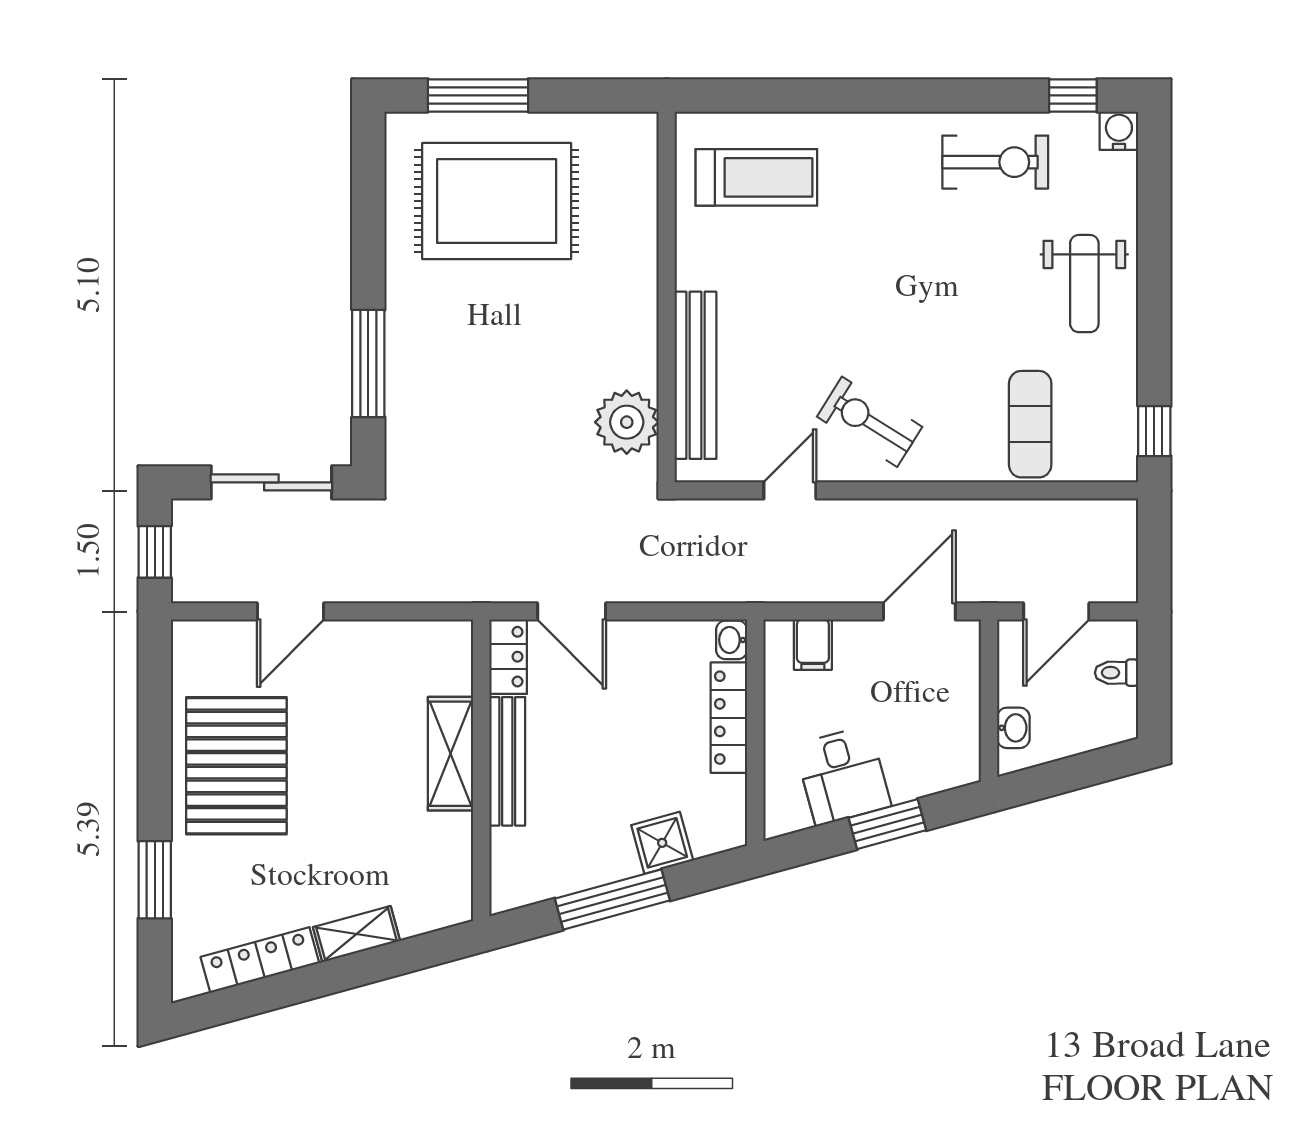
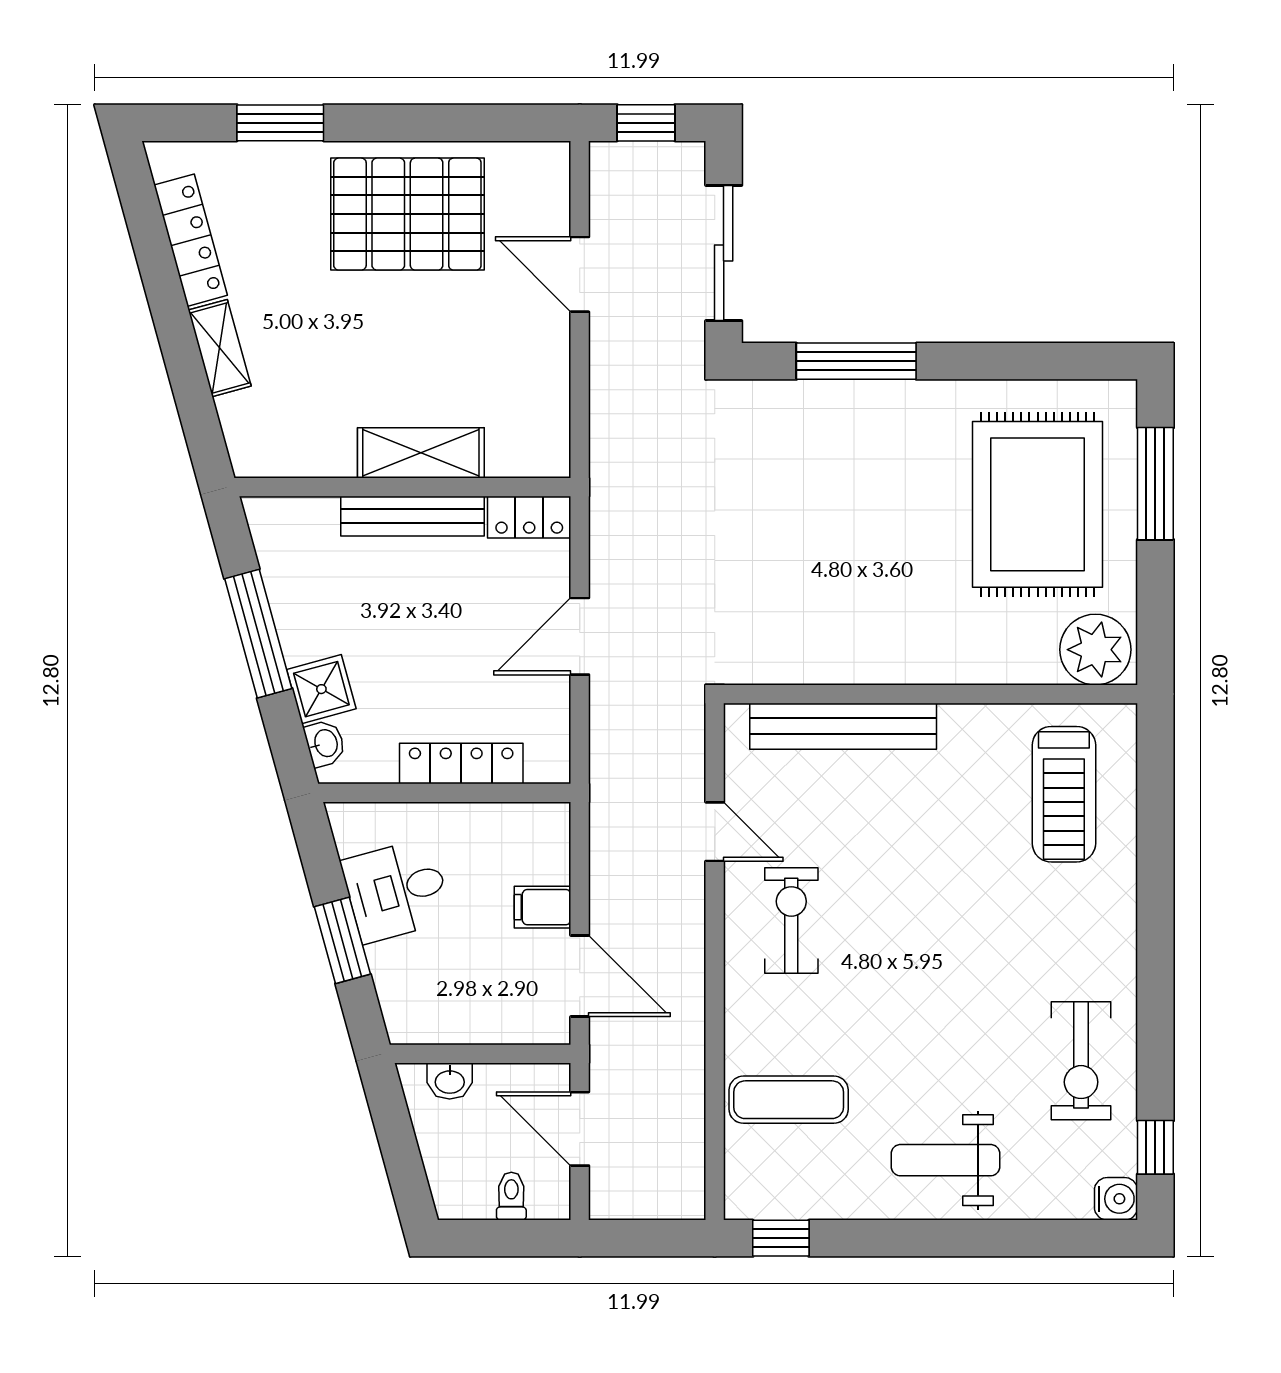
plant: (627, 422) -> (1095, 650), moved
exercise bike: (870, 422) -> (791, 921), turned -32
door: (572, 611) -> (580, 636), moved
washbasin: (732, 640) -> (325, 743), moved, turned 75
filing cabinet: (813, 645) -> (543, 907), moved

